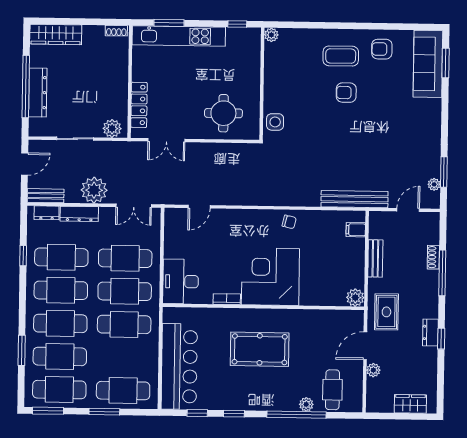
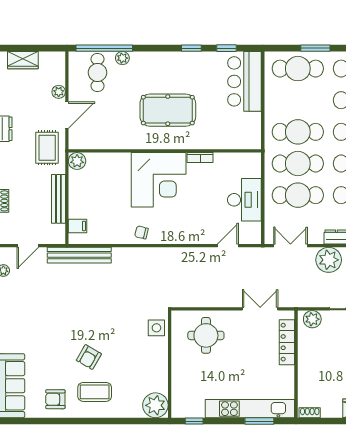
plant: (271, 35) -> (155, 405), width x1.88, depth x1.88
armchair: (382, 49) -> (55, 399), turned 180
armchair: (346, 93) -> (89, 357), turned 120
bench: (375, 258) -> (58, 199), width x1.36
desk: (181, 281) -> (244, 200), moved
bar counter: (179, 367) -> (245, 81), width x0.73
window: (296, 415) -> (104, 48), moved

